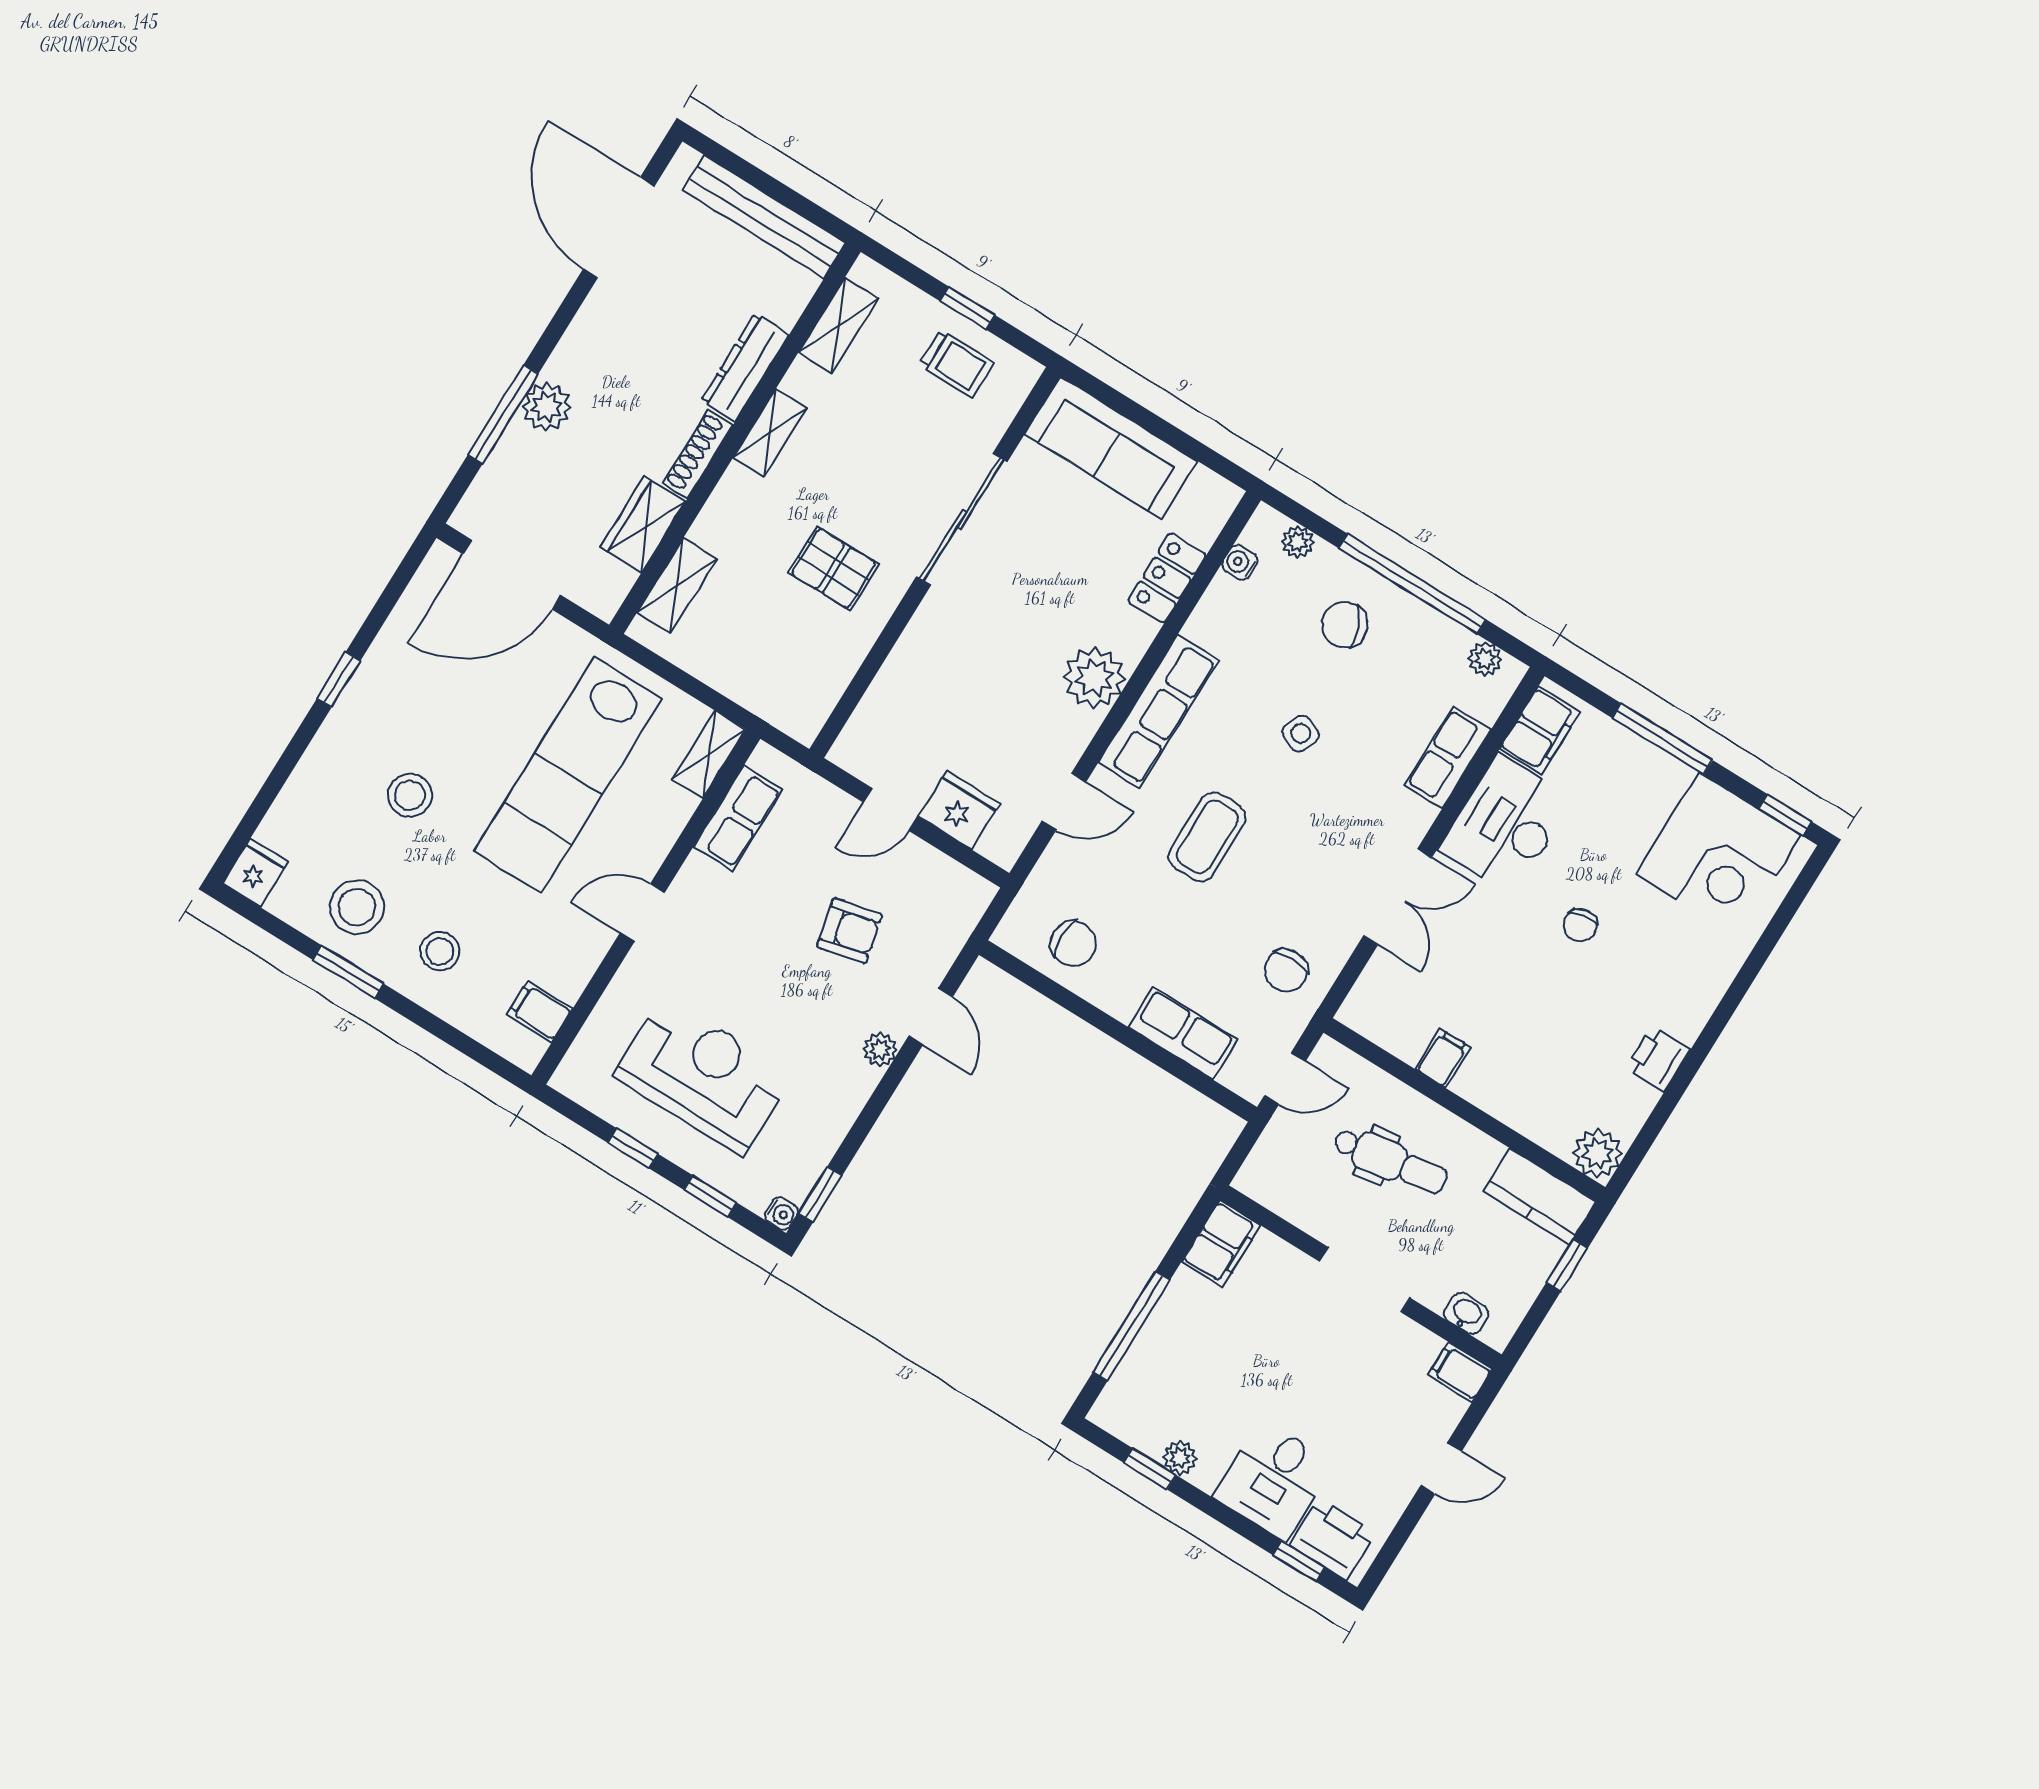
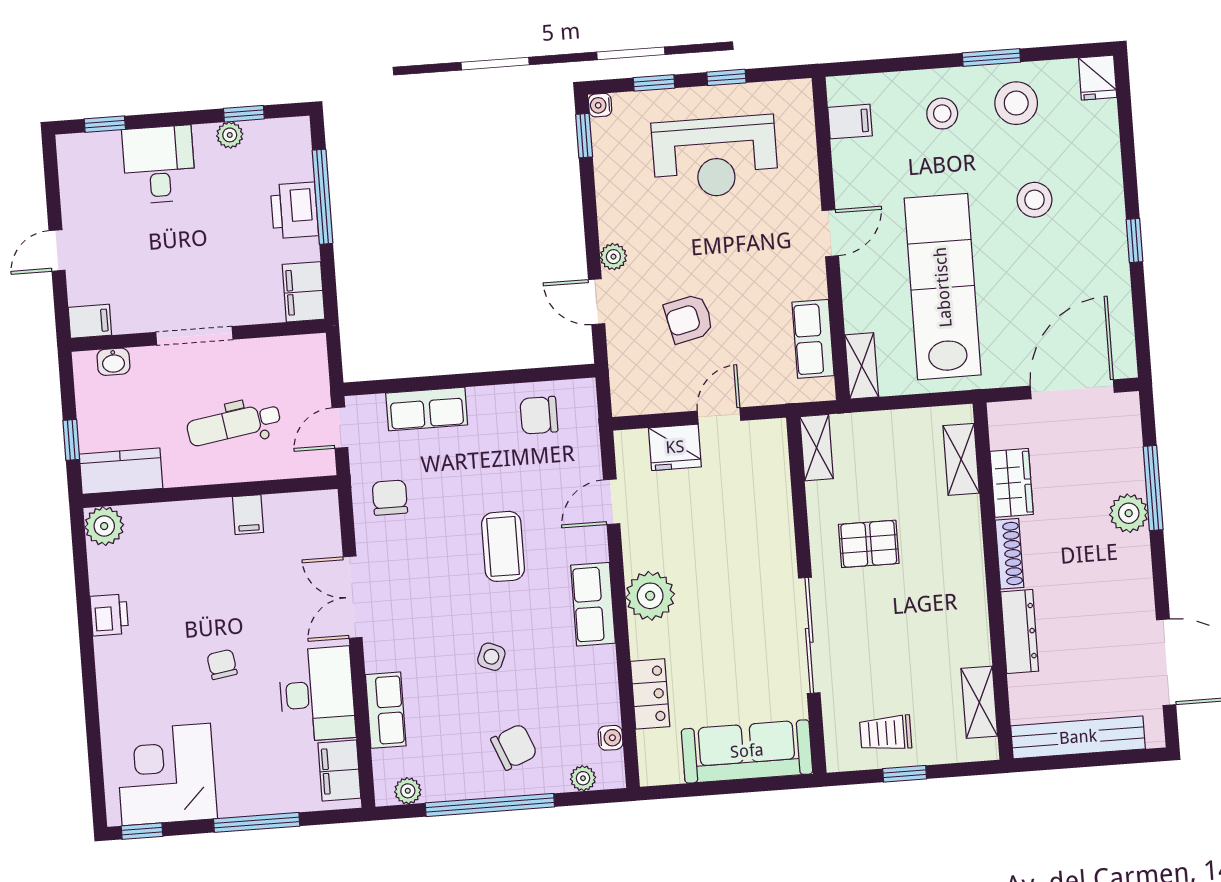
shelving: (770, 433) -> (817, 448), moved
row of seats: (1158, 711) -> (593, 604), width x0.68
printer: (1333, 1539) -> (294, 210), moved, turned 90

